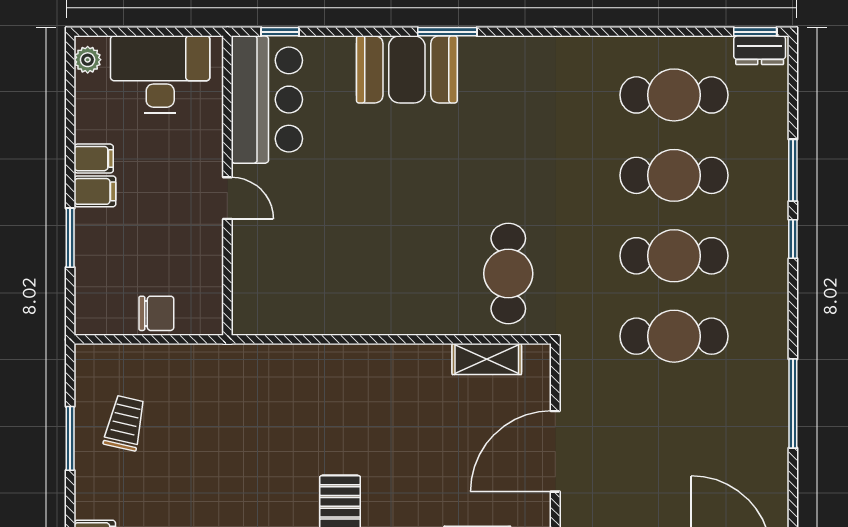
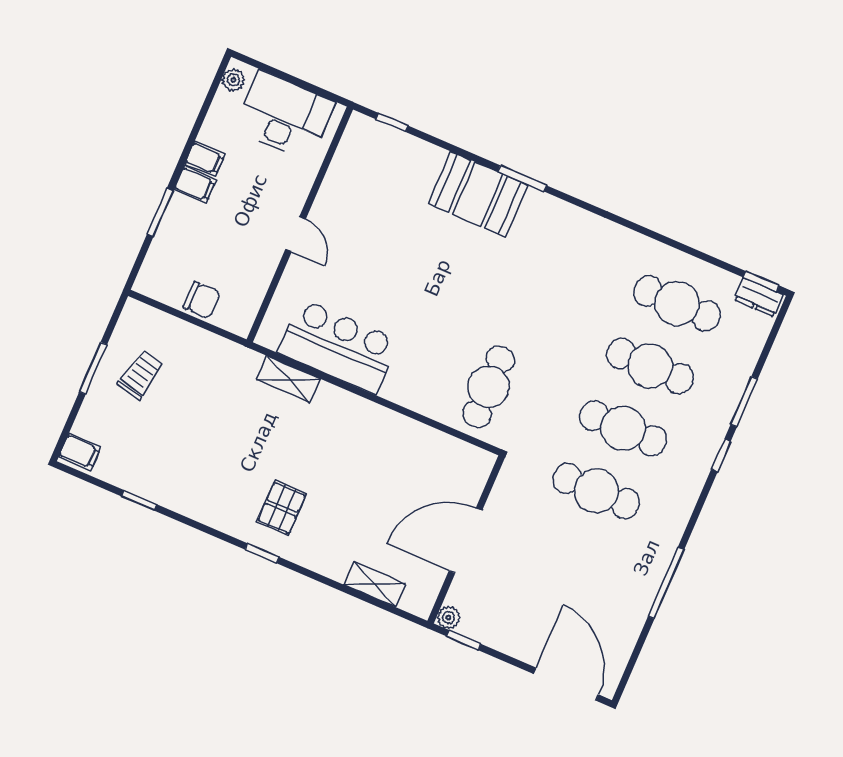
bar counter: (267, 100) -> (338, 346), moved, turned -90
shelving: (487, 359) -> (289, 379), moved

